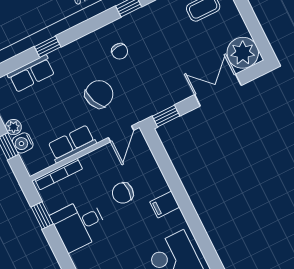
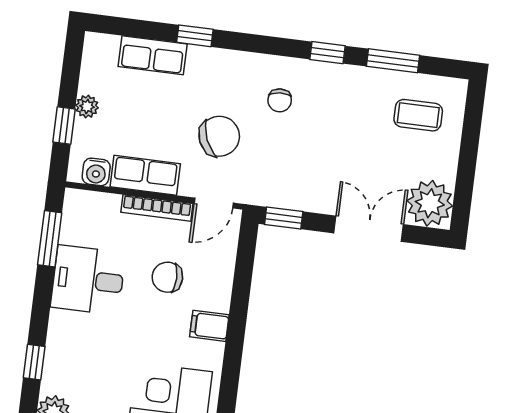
water cooler: (23, 143) -> (96, 172), moved, turned -90
bookcase: (59, 174) -> (157, 208), moved
window: (42, 215) -> (50, 239), width x1.50

